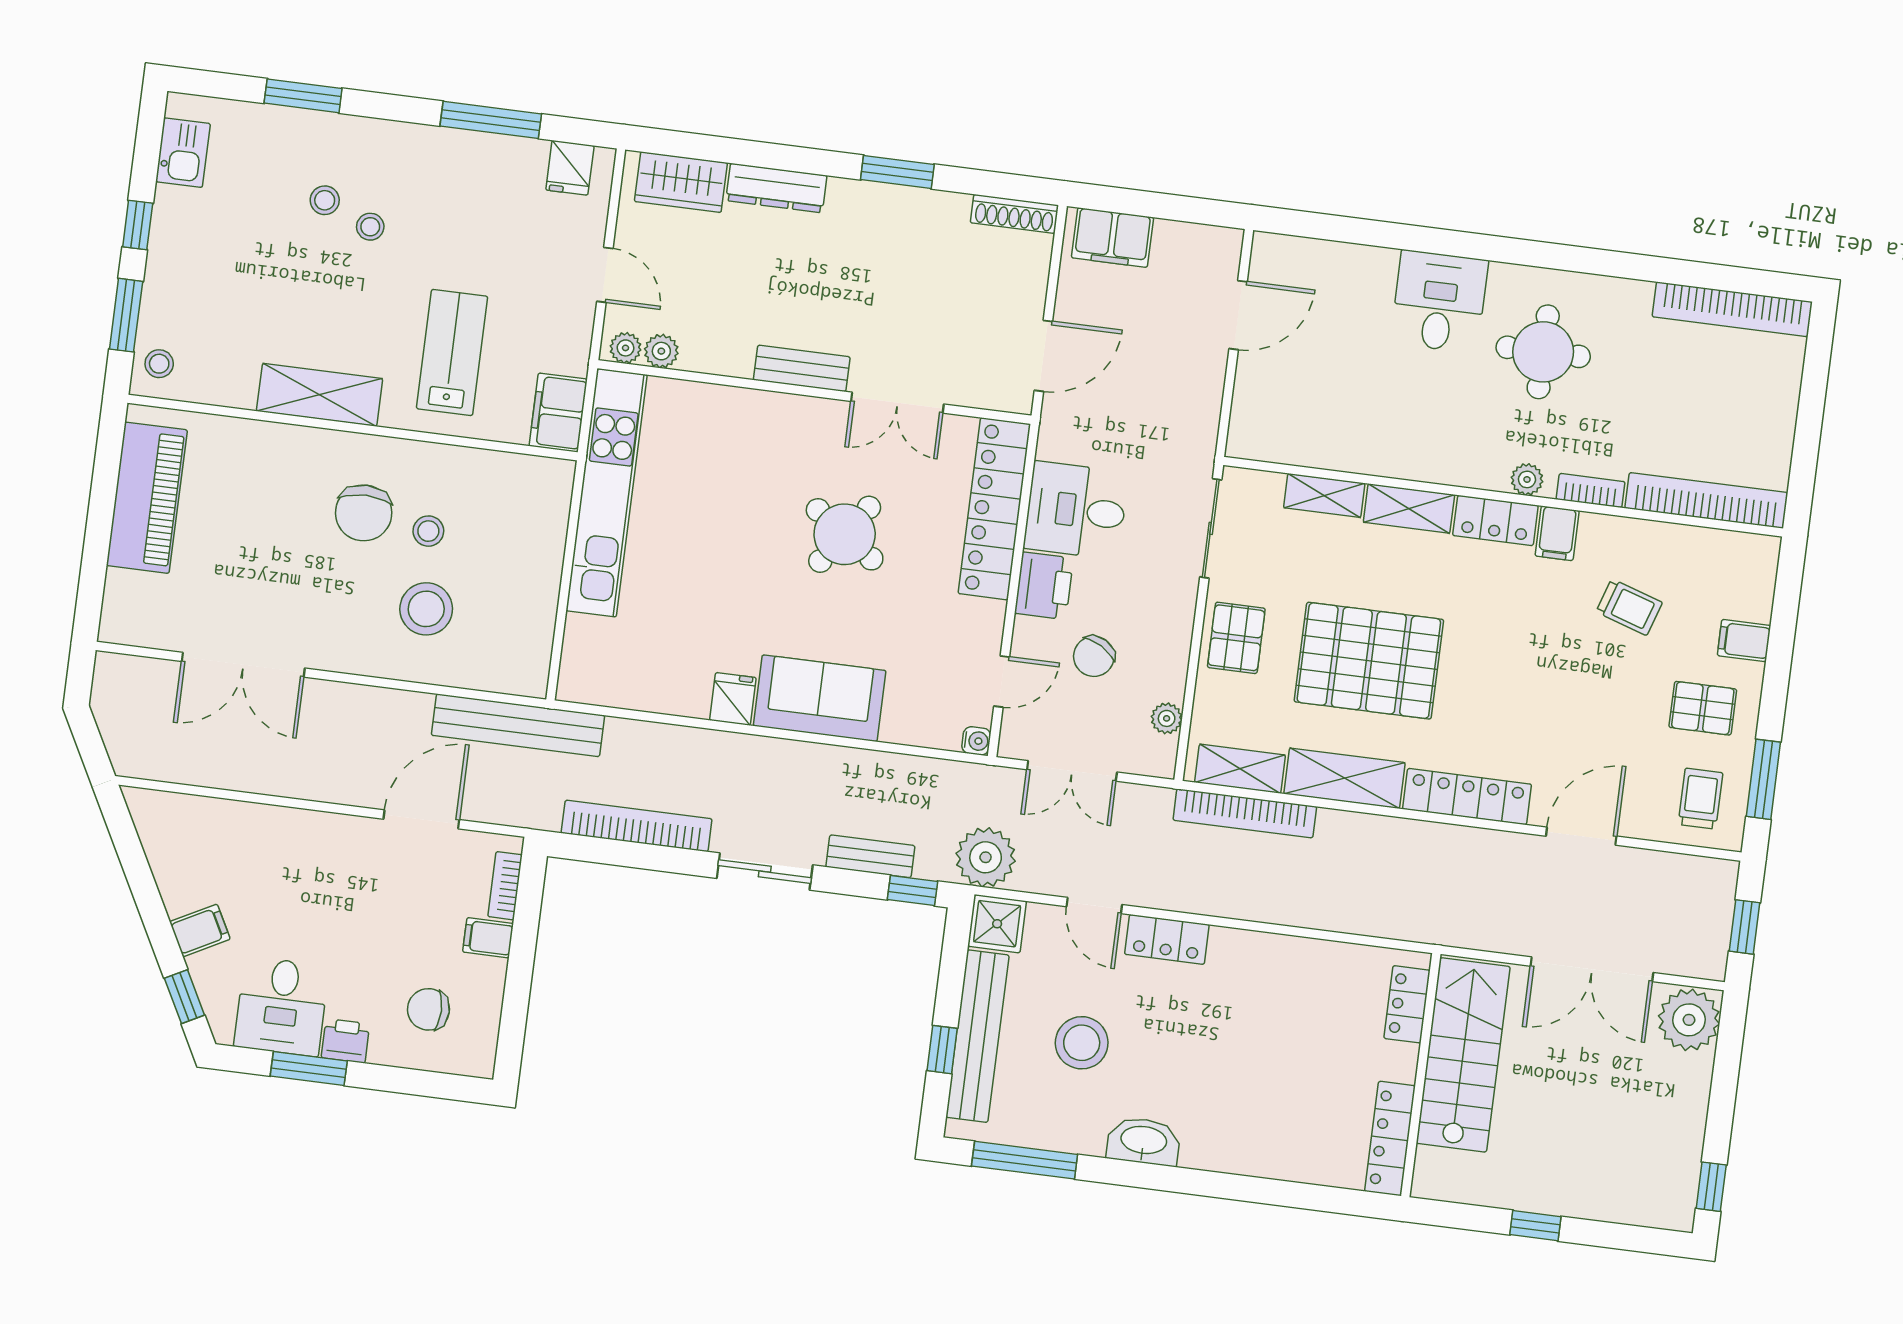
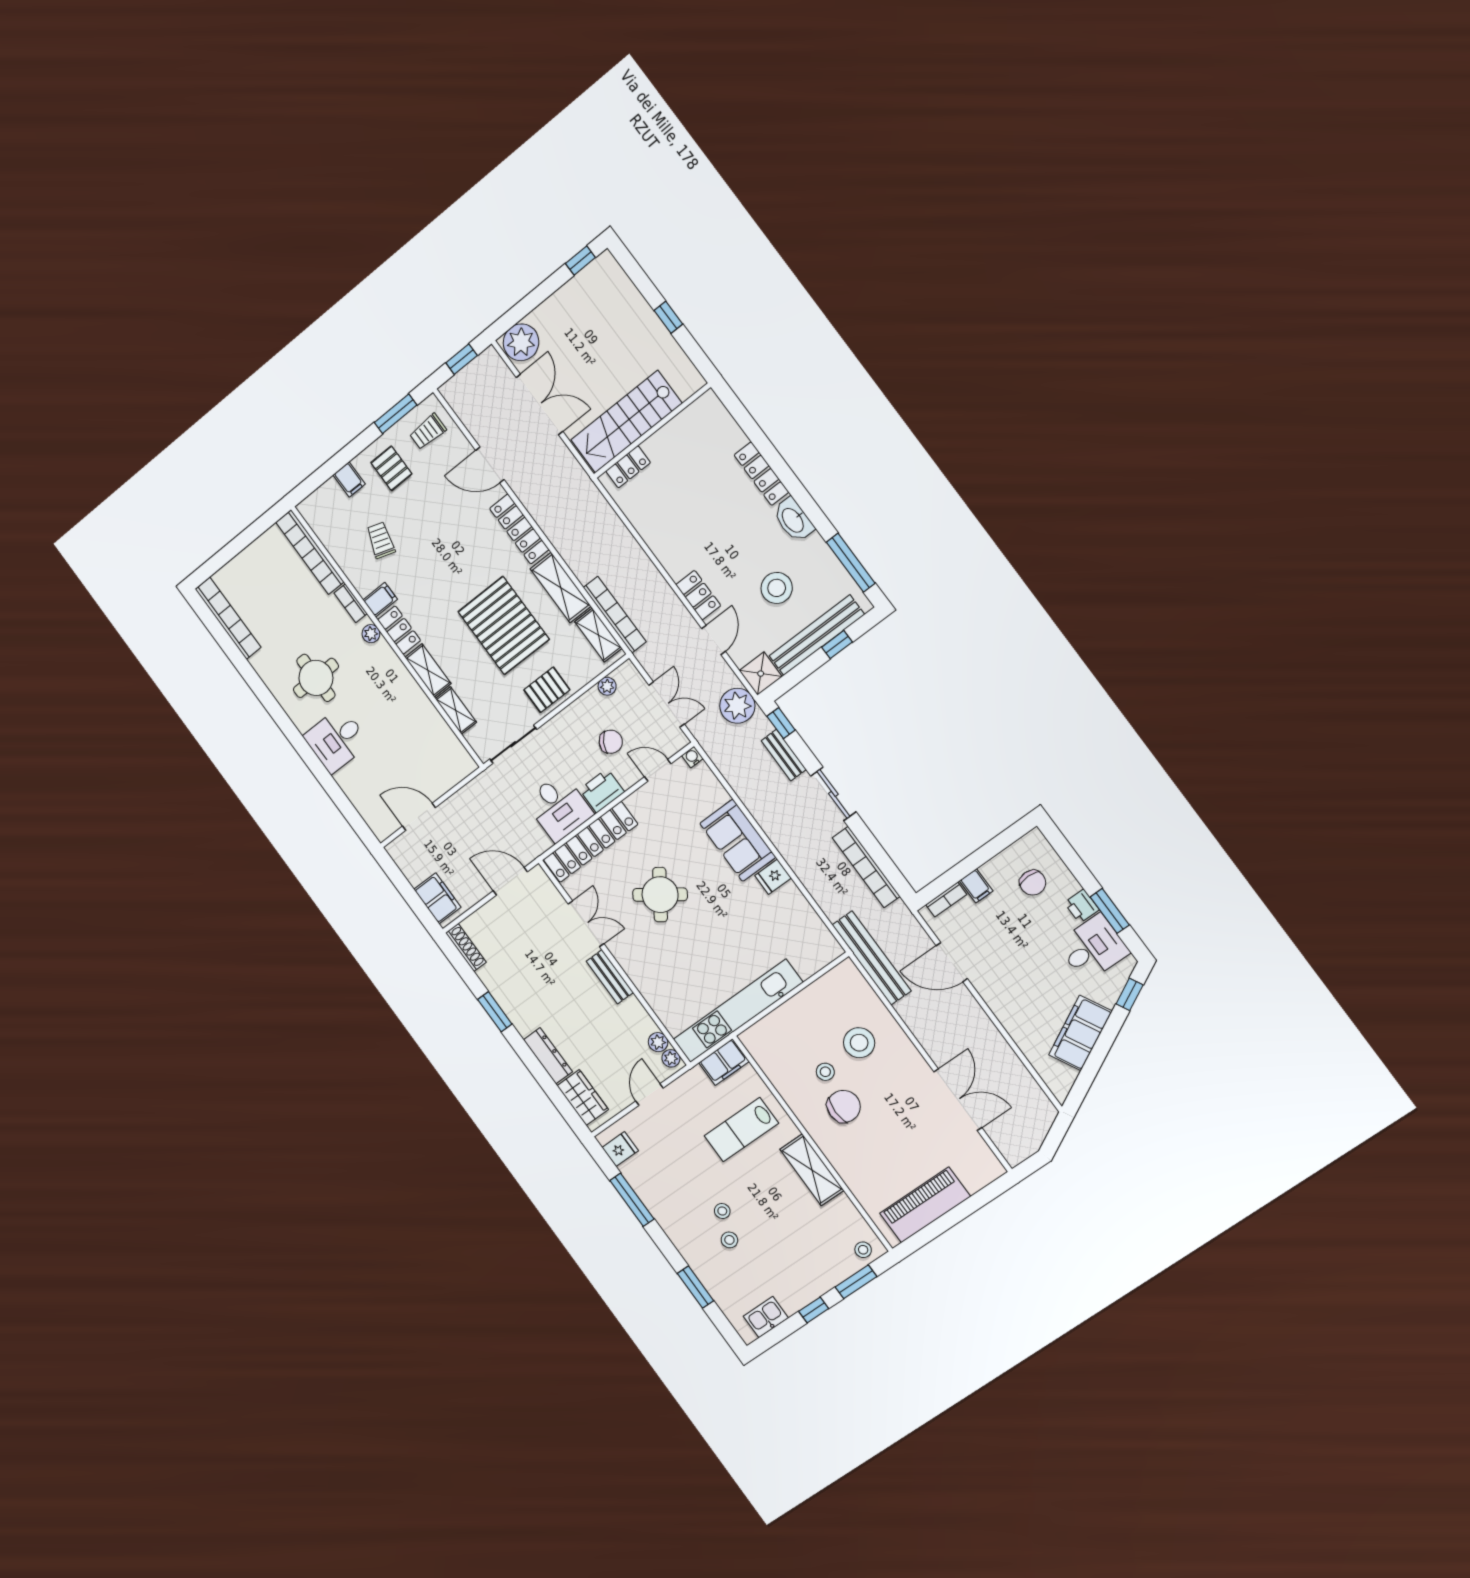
filing cabinet: (200, 930) -> (1080, 1033), width x3.00, depth x1.17
locker: (1390, 1139) -> (761, 474), moved, turned 90

